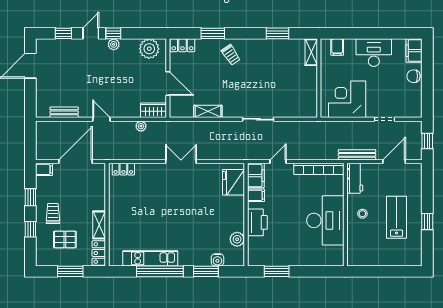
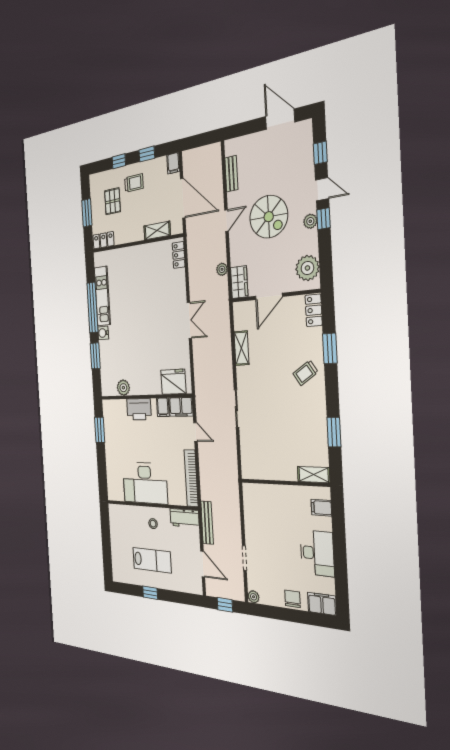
spiral stairs: (104, 80) -> (269, 217), added
corner desk: (347, 99) -> (263, 516), removed
plant: (417, 112) -> (254, 597), added
shelving: (99, 225) -> (157, 231), moved
water cooler: (217, 260) -> (103, 333), moved

